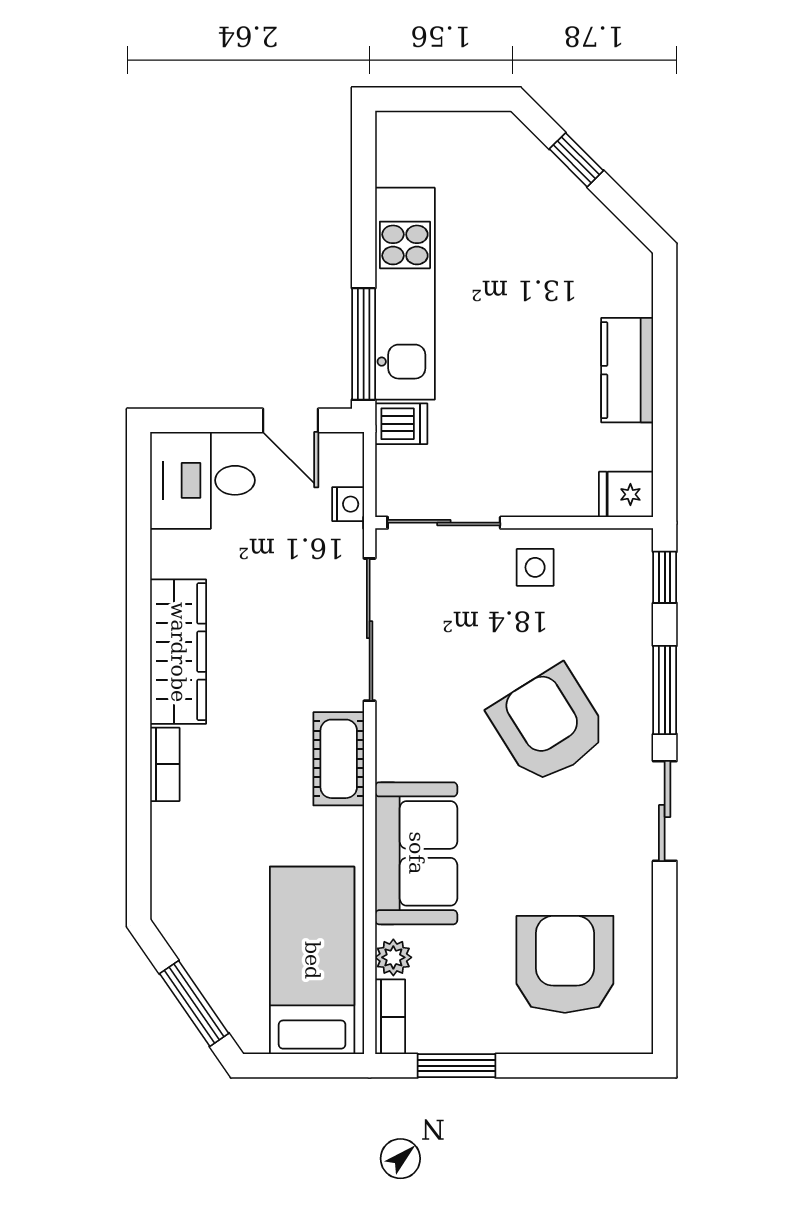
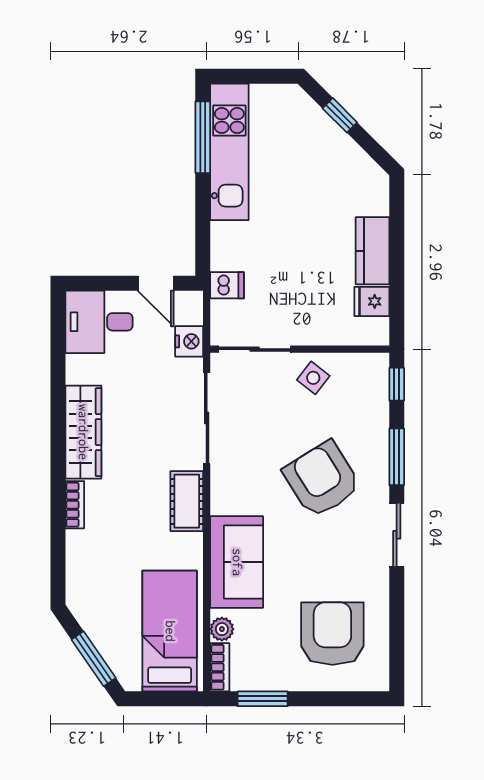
kitchen unit: (405, 294) -> (229, 152), moved
window: (364, 344) -> (203, 137), moved
fridge: (626, 494) -> (372, 301), moved
nightstand: (348, 504) -> (189, 341), width x1.39, depth x1.35
side table: (535, 567) -> (313, 378), turned 38

